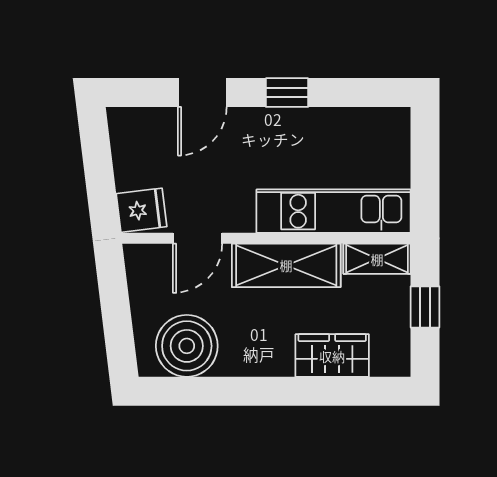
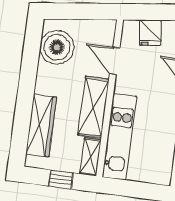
fridge: (141, 210) -> (150, 33), moved
wardrobe: (332, 356) -> (41, 126), width x1.50

